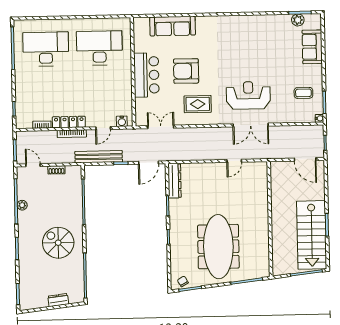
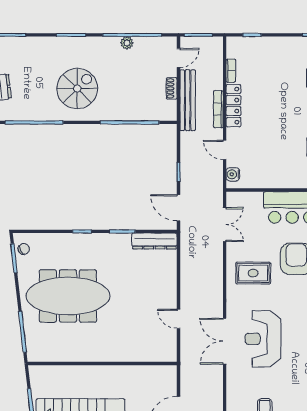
reception desk: (248, 95) -> (263, 339), turned 180
rug: (198, 104) -> (253, 273), turned 90
bench: (99, 157) -> (188, 100), moved

